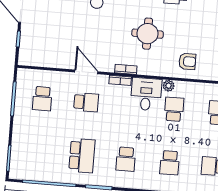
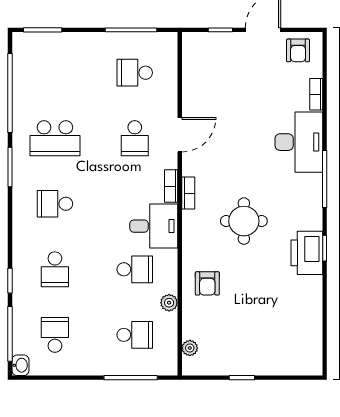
plant: (169, 86) -> (169, 303), moved
school desk: (170, 163) -> (55, 269), turned -90

